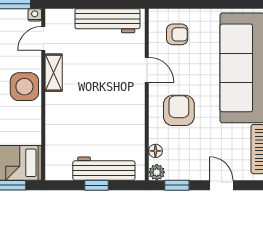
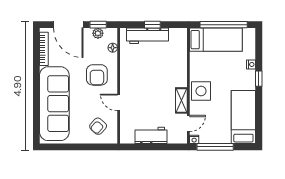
workbench: (107, 21) -> (151, 135), width x0.73
armchair: (177, 34) -> (98, 126), turned -48
plant: (157, 172) -> (98, 33), moved
door: (221, 185) -> (68, 25), width x1.87

